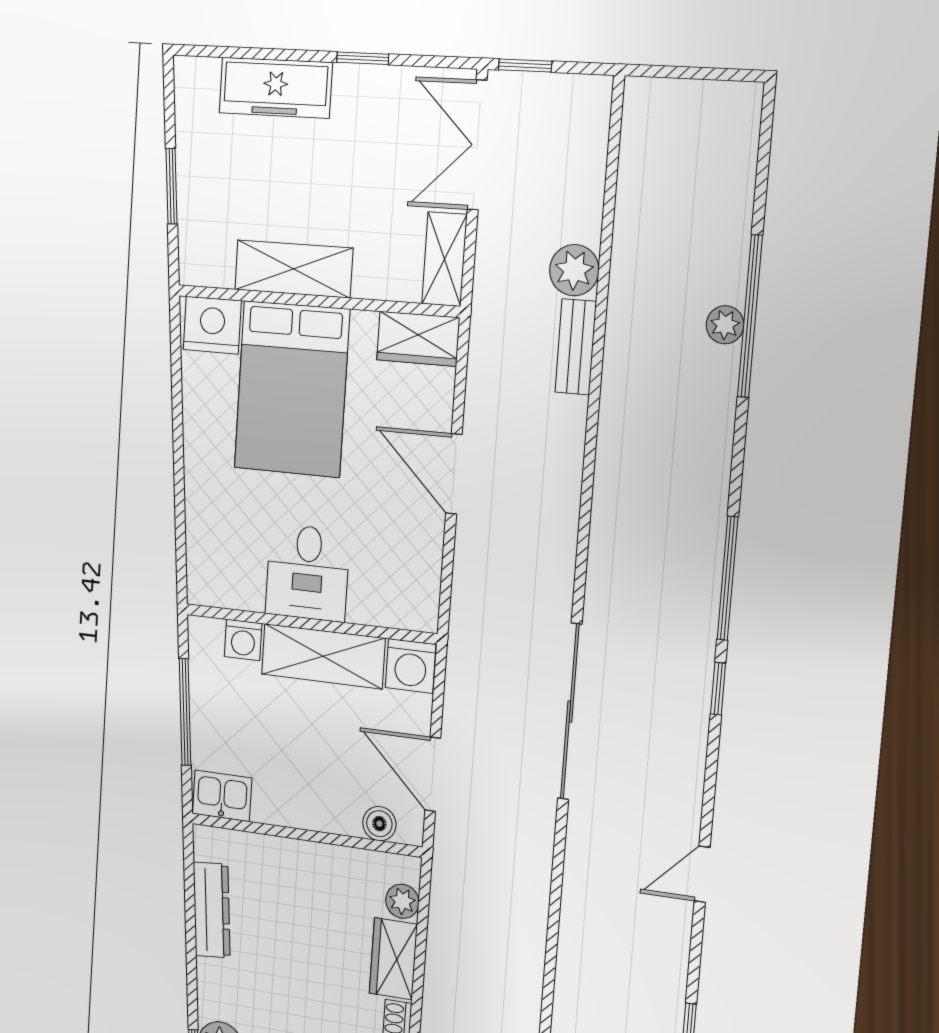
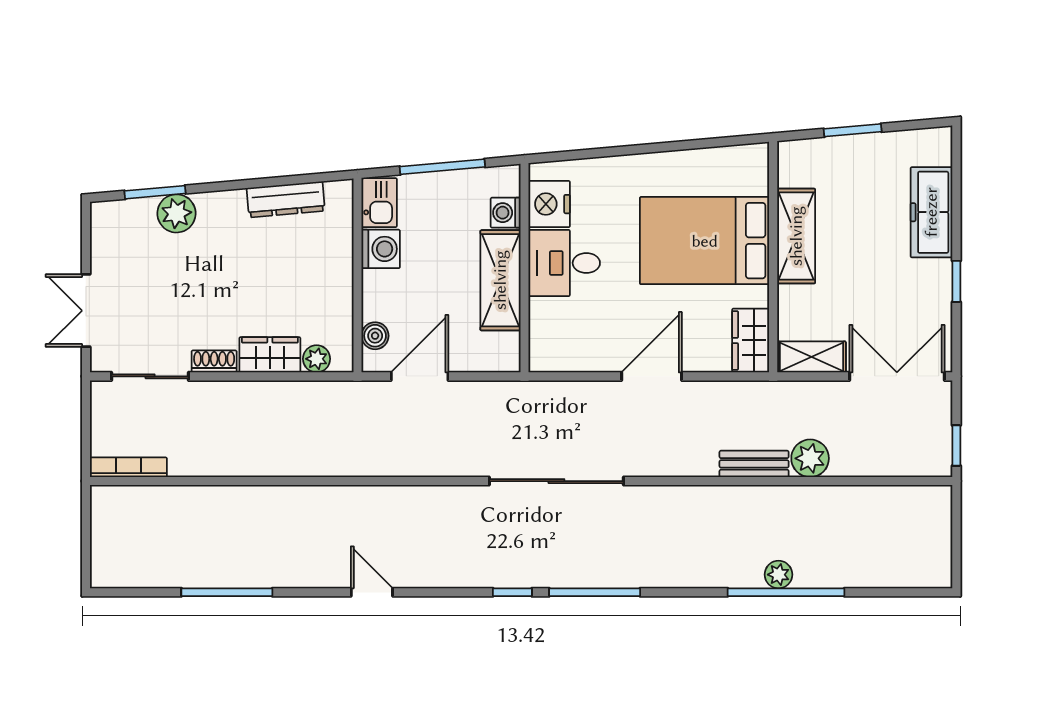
window: (525, 66) -> (956, 446), moved
nightstand: (212, 325) -> (549, 204), moved, turned 180
washing machine: (411, 666) -> (381, 249), moved, turned 180
sliding door: (570, 712) -> (556, 481), moved

